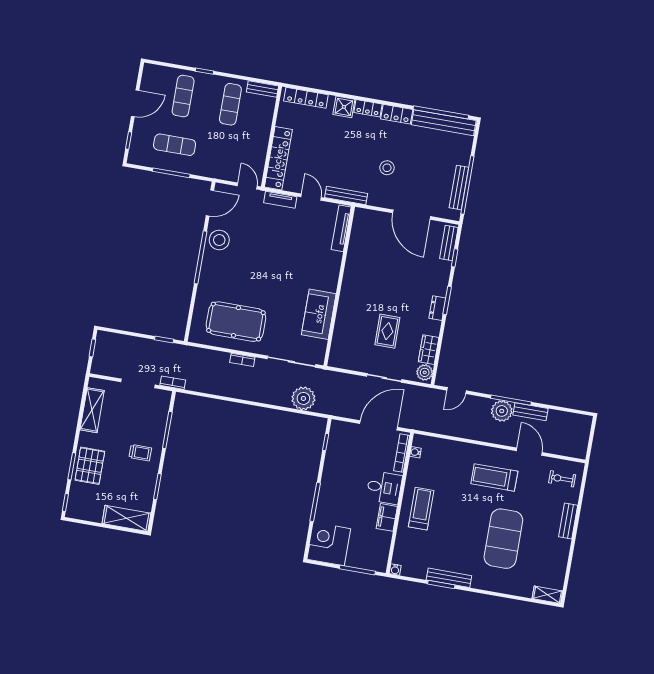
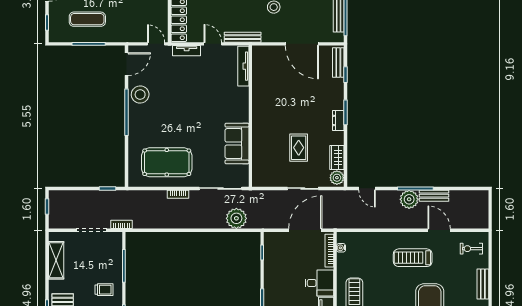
door: (456, 391) -> (367, 188), hinge flipped

